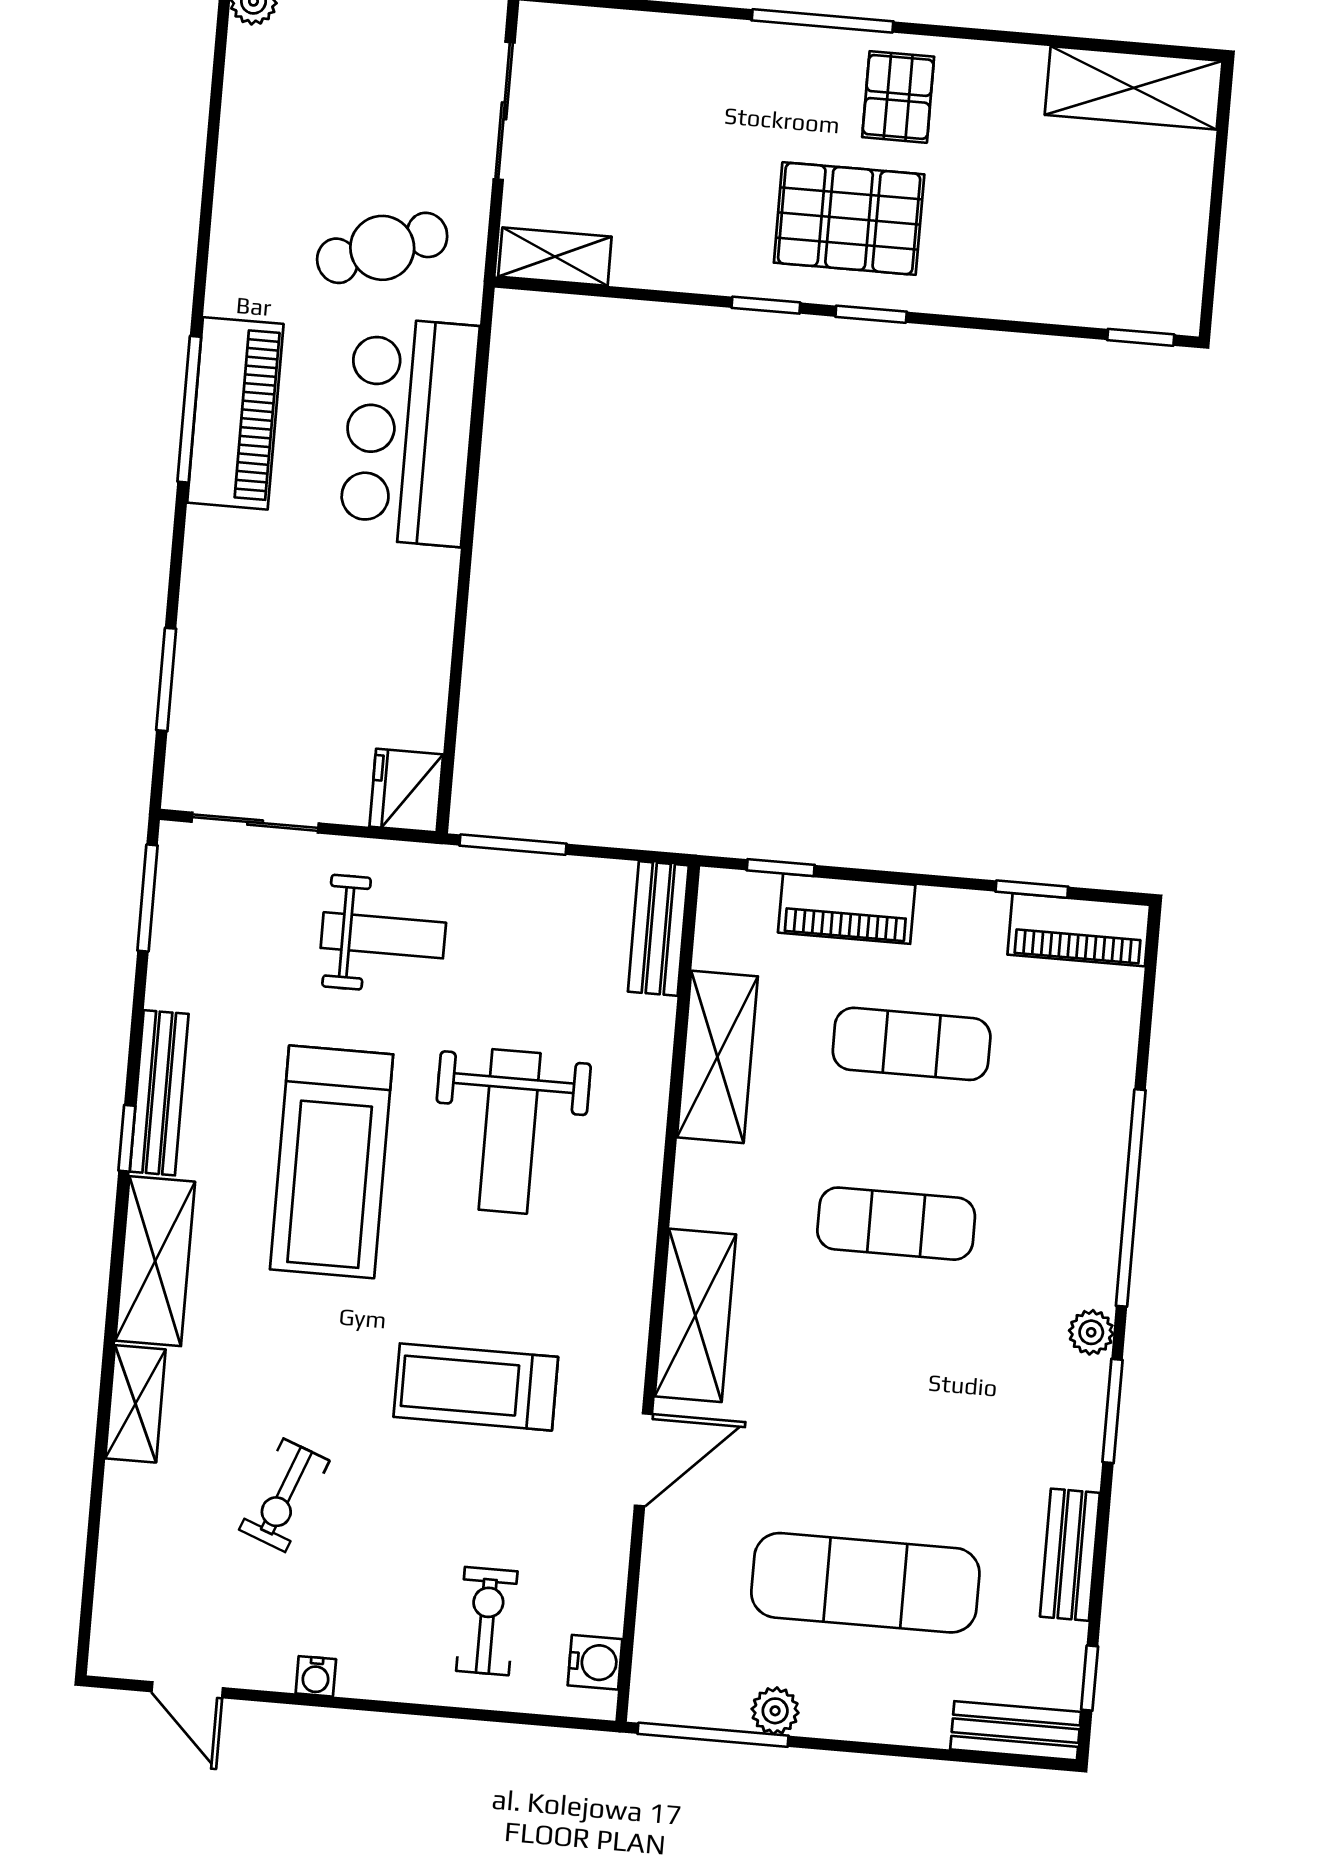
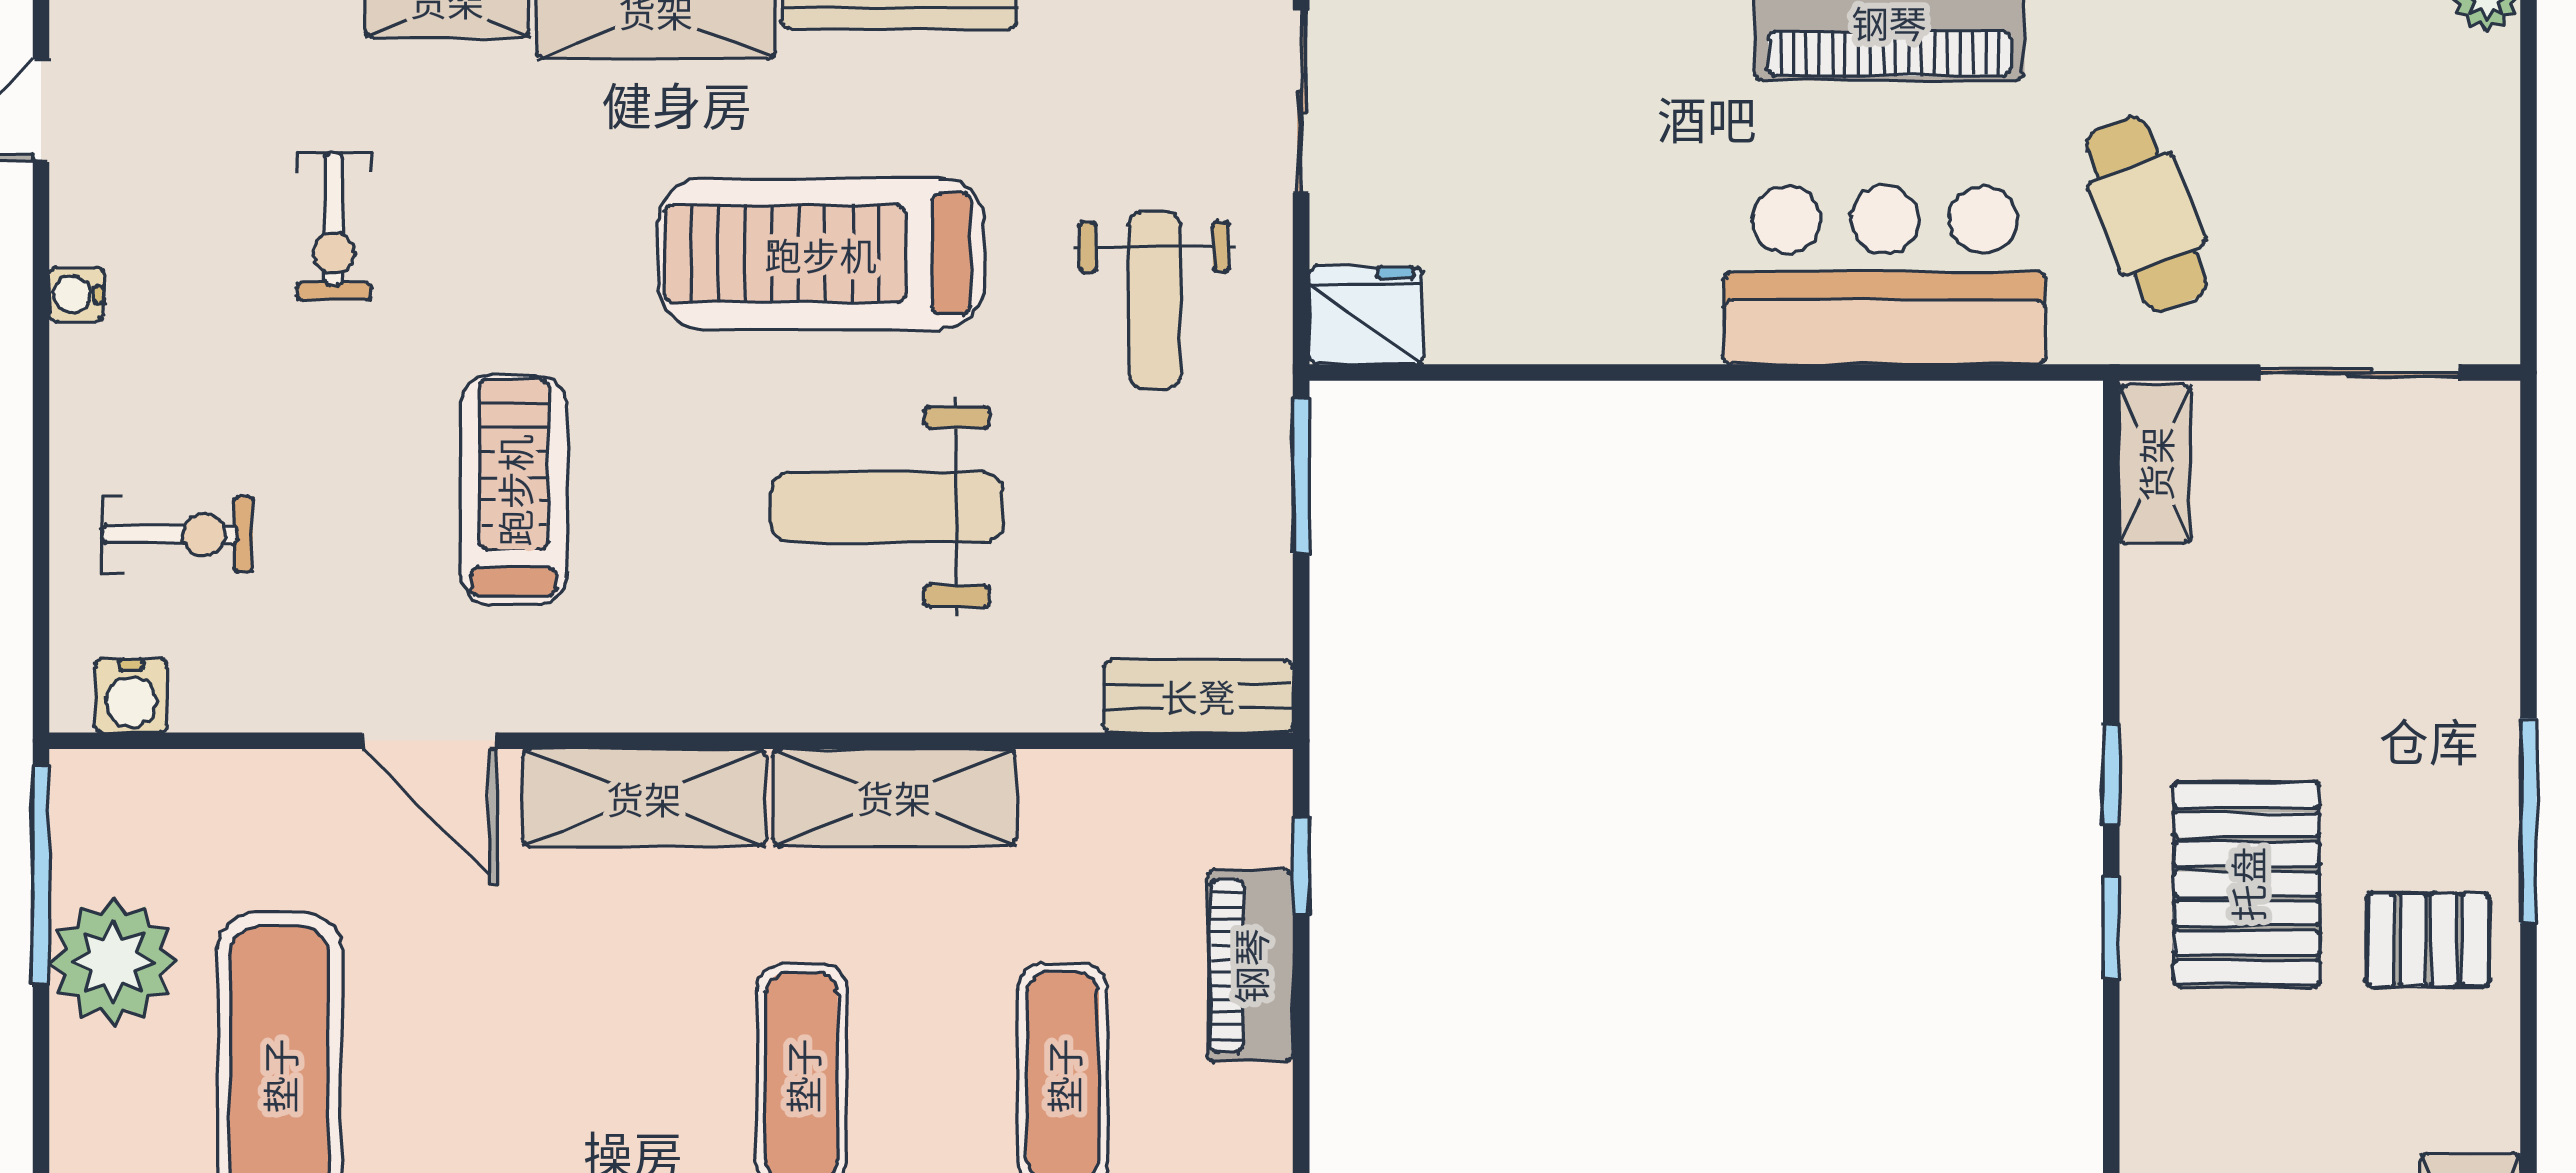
shelving: (717, 1057) -> (894, 797), moved
exercise bike: (284, 1495) -> (334, 227), turned -111
plant: (775, 1711) -> (113, 962), width x1.88, depth x1.88

